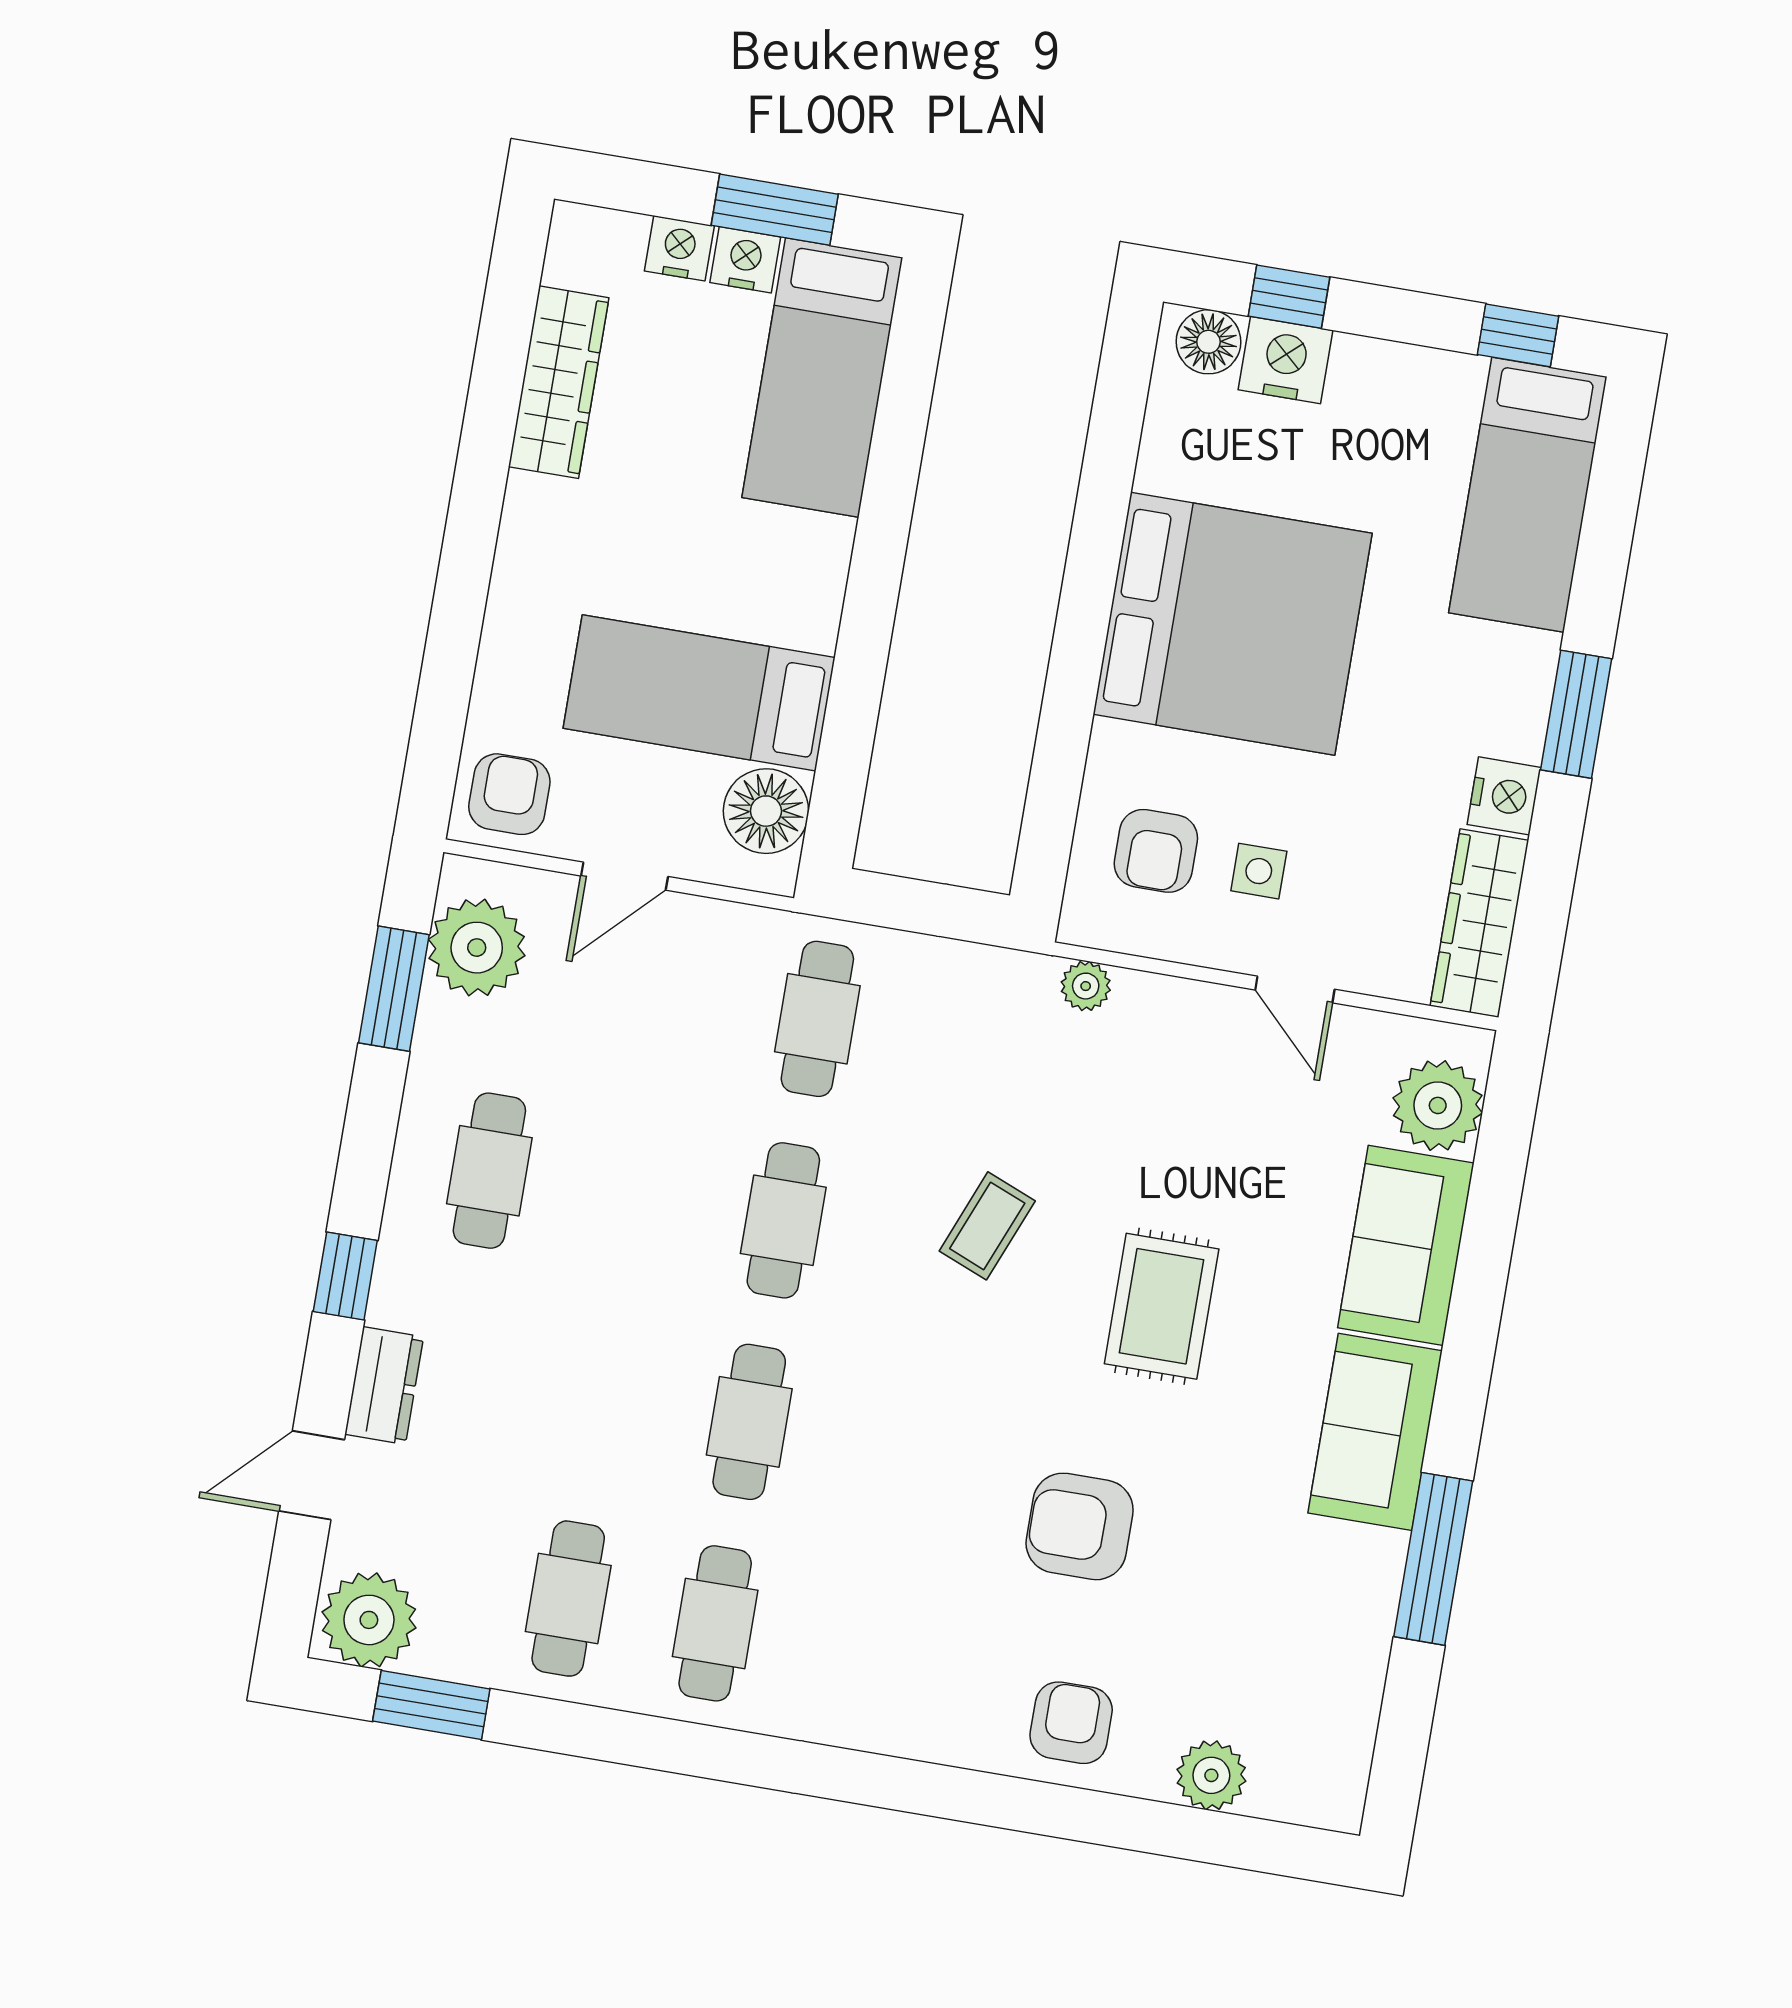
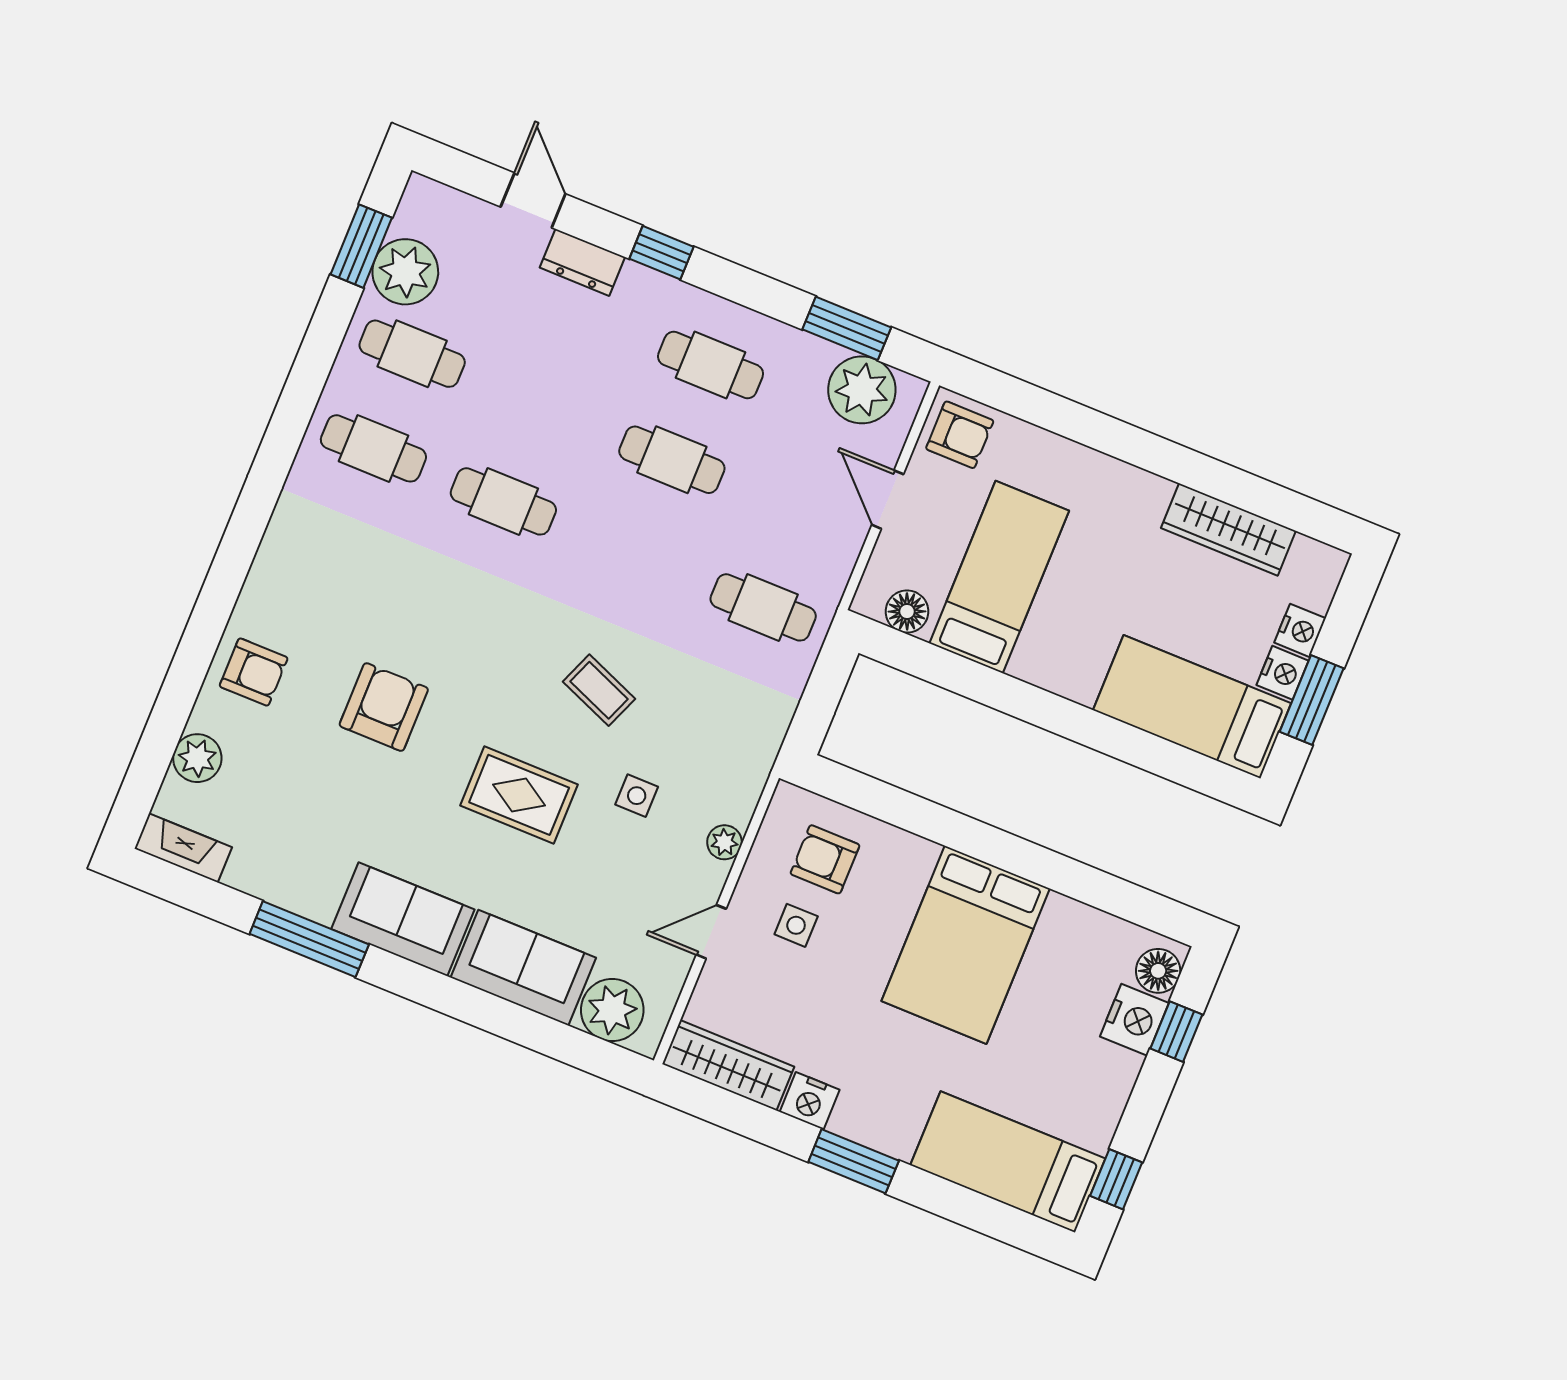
bed: (1233, 624) -> (966, 945), width x0.73
floor lamp: (766, 811) -> (907, 611), width x0.73, depth x0.73
plant: (1086, 986) -> (724, 842), moved
side table: (1125, 1139) -> (637, 796), added
cafe table: (783, 1220) -> (672, 460), moved
plant: (369, 1620) -> (405, 272), moved
fireplace: (1344, 1767) -> (183, 848), added

